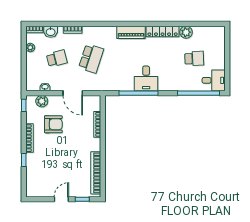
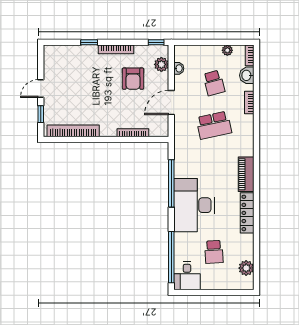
plant: (186, 32) -> (246, 268), moved
school desk: (91, 58) -> (214, 125), turned -30
desk: (146, 78) -> (194, 205), width x1.87, depth x1.30
door: (61, 199) -> (41, 89), swing flipped

